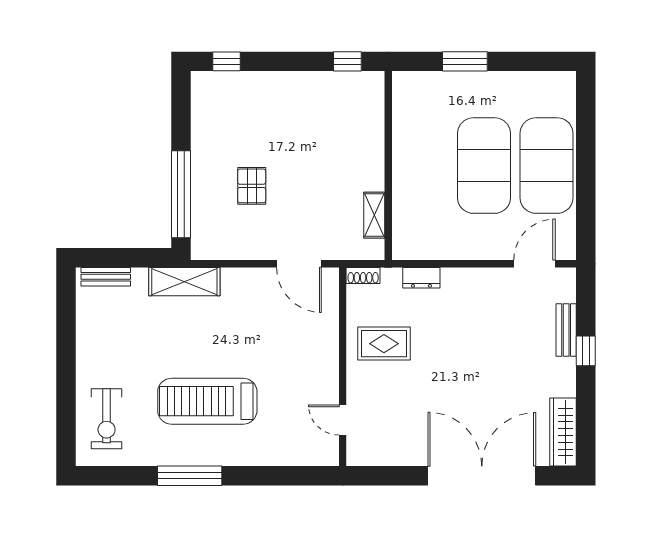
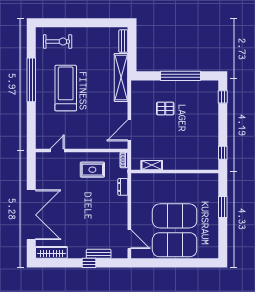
window: (181, 194) -> (180, 76), moved
shelving: (184, 282) -> (121, 77), width x1.47
rug: (384, 344) -> (92, 170), turned 90
exercise bike: (107, 419) -> (58, 41), turned 180
window: (190, 476) -> (31, 80), width x1.46

